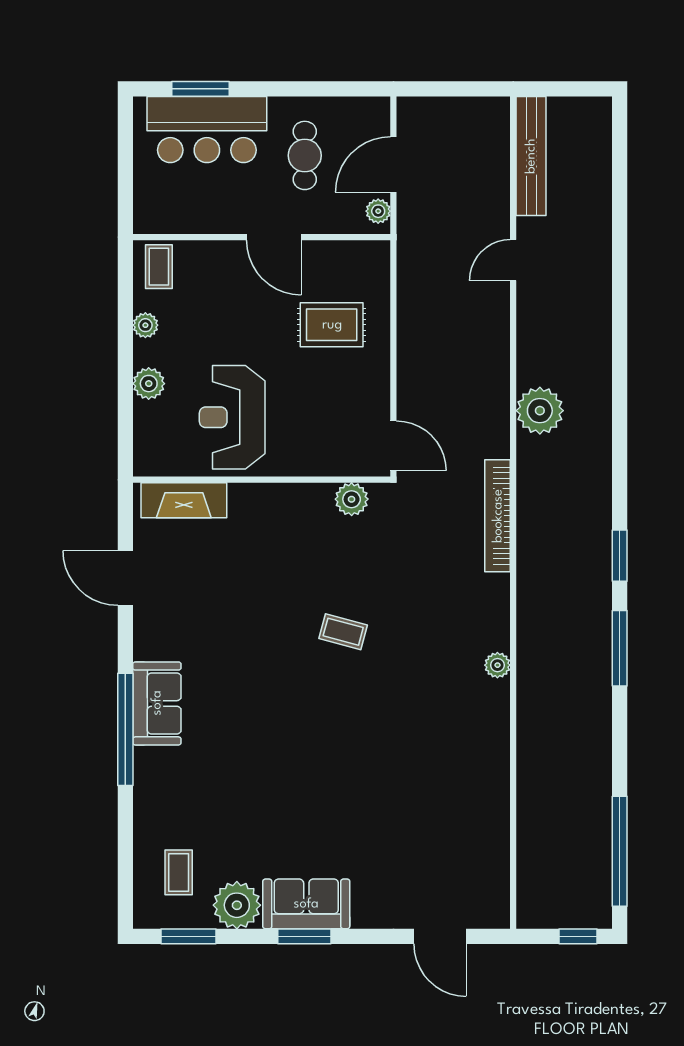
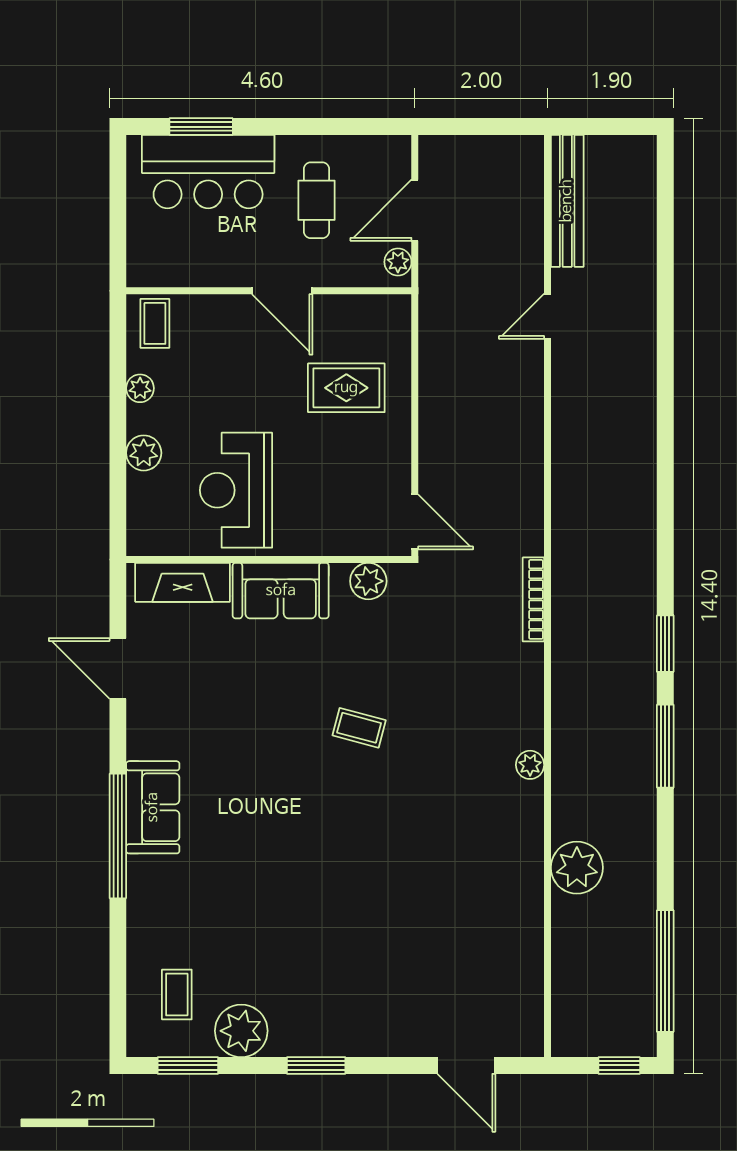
plant: (540, 411) -> (577, 868), moved
bookcase: (498, 516) -> (533, 599), width x0.68, depth x0.76
sofa: (306, 904) -> (281, 591), moved, turned 180

